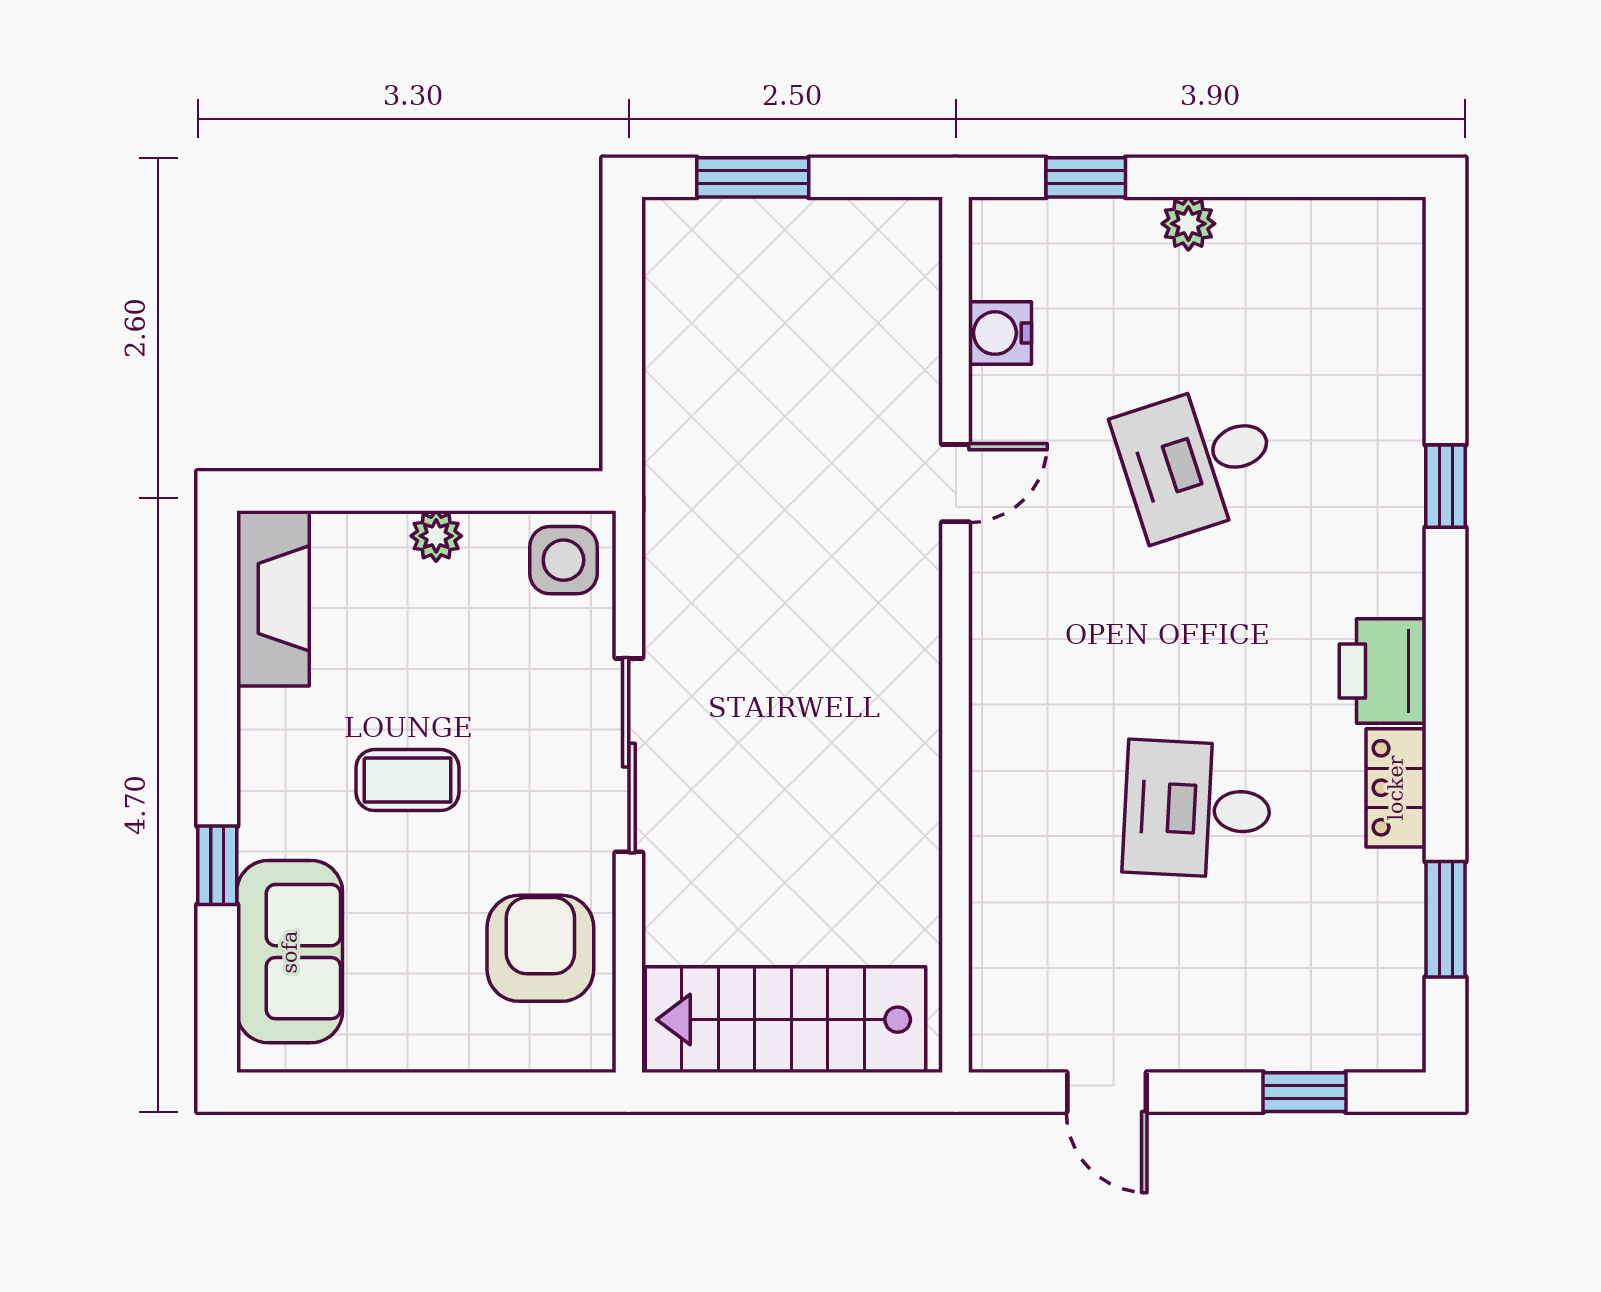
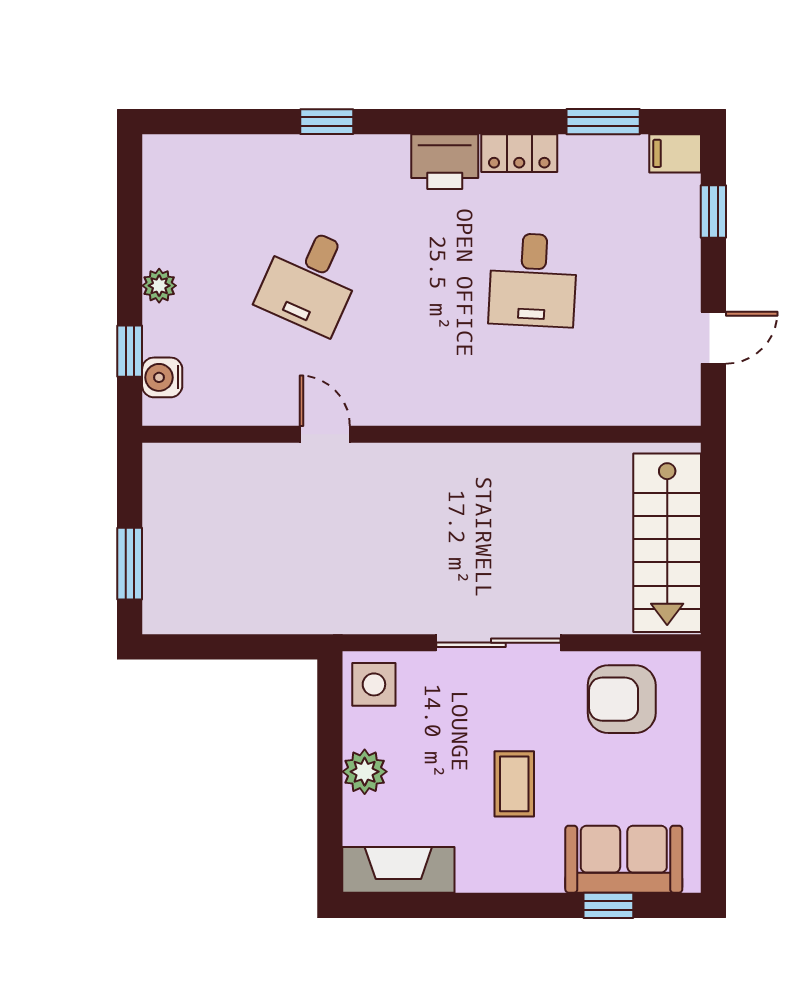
water cooler: (1000, 333) -> (162, 377), moved, turned 90
desk: (1197, 460) -> (310, 280), turned 42
plant: (436, 536) -> (365, 772), width x1.38, depth x1.38
window: (217, 865) -> (608, 905), moved
filing cabinet: (1396, 1032) -> (675, 153), added

